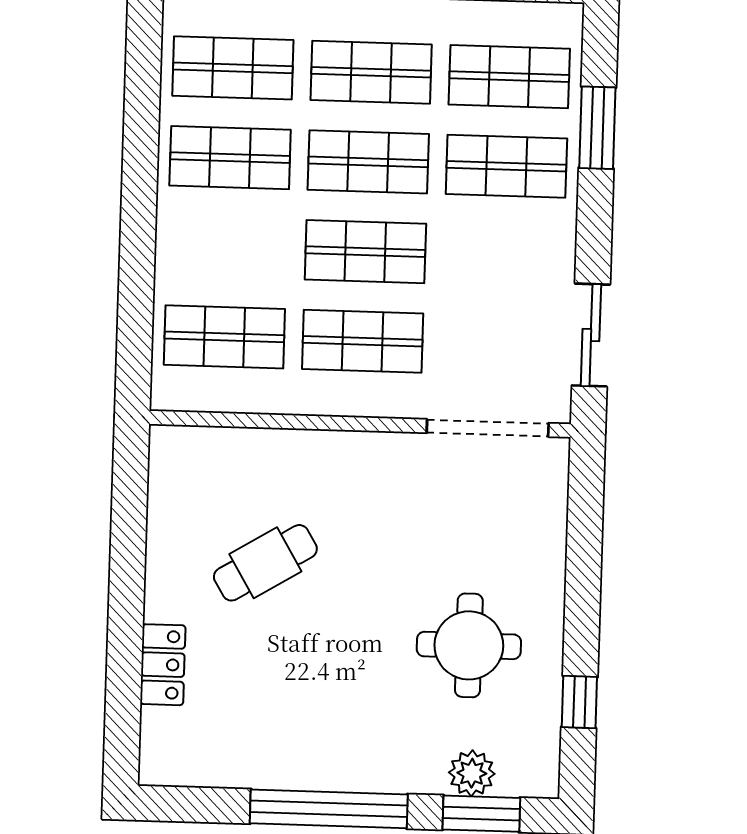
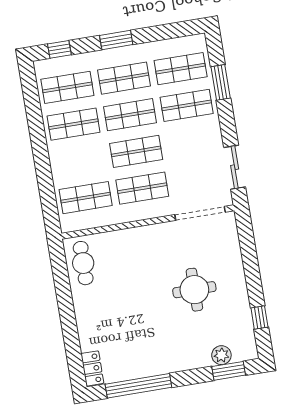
cafe table: (265, 563) -> (83, 263), moved, turned -59
round table: (469, 645) -> (194, 290), moved
locker: (163, 665) -> (92, 368), moved
window: (329, 809) -> (138, 386), moved

